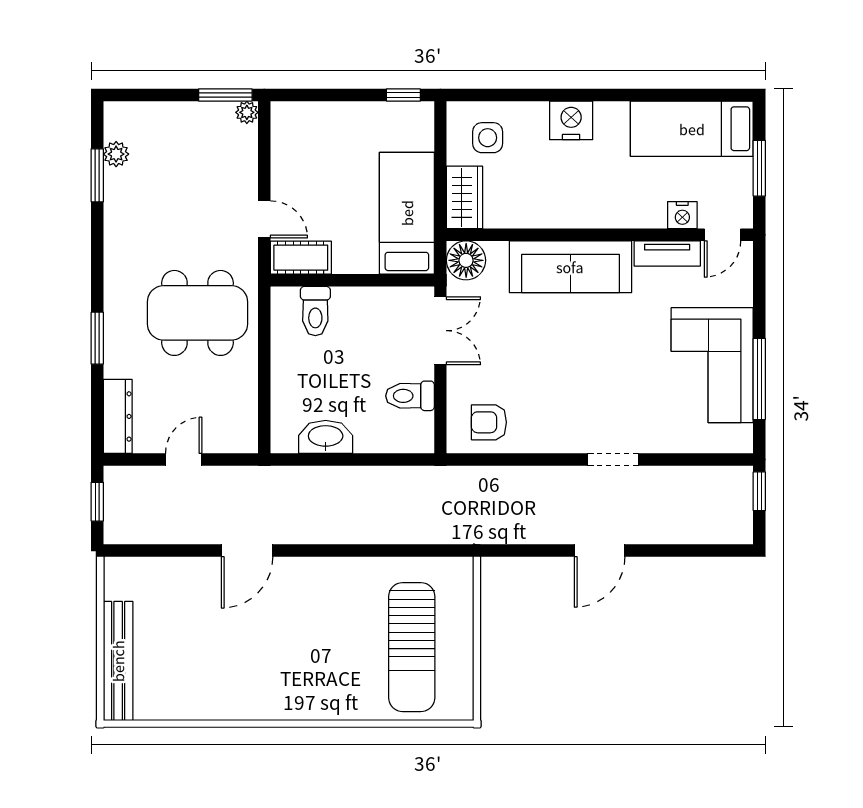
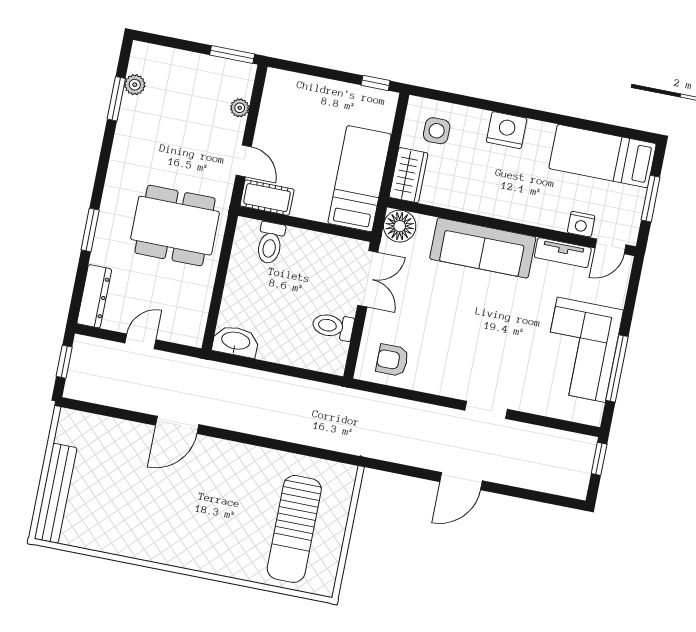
plant: (247, 112) -> (240, 108), moved
washbasin: (326, 437) -> (236, 341), moved

